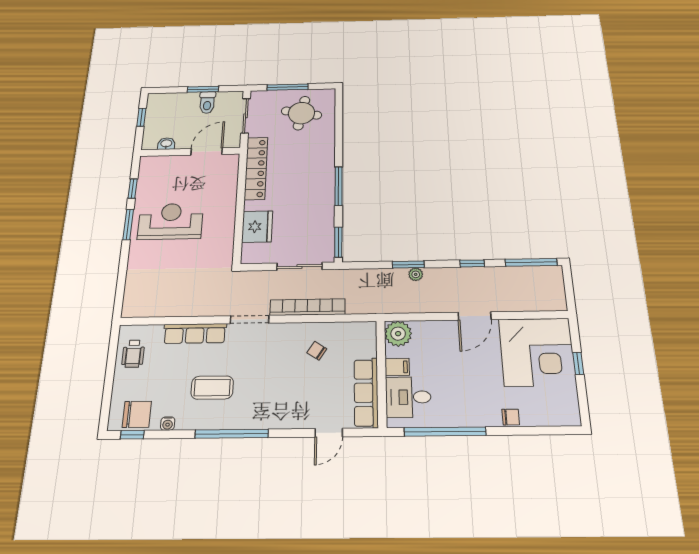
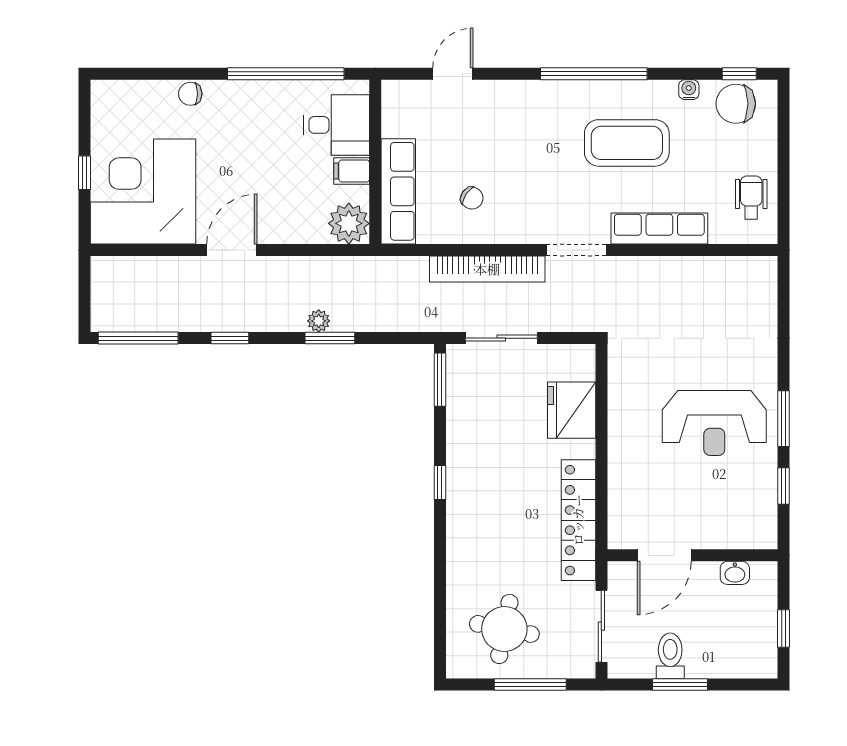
window: (339, 186) -> (440, 482), width x0.46
coffee table: (212, 388) -> (627, 143), width x1.36, depth x1.32
row of seats: (366, 393) -> (398, 191), moved

